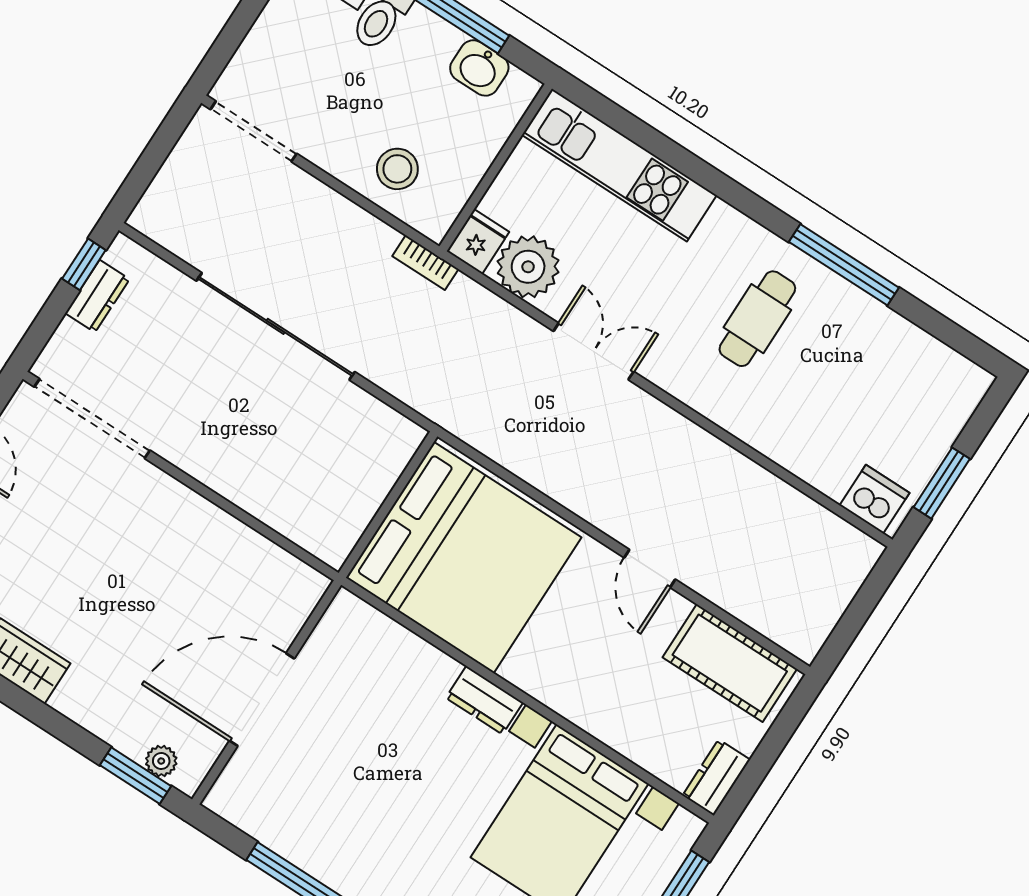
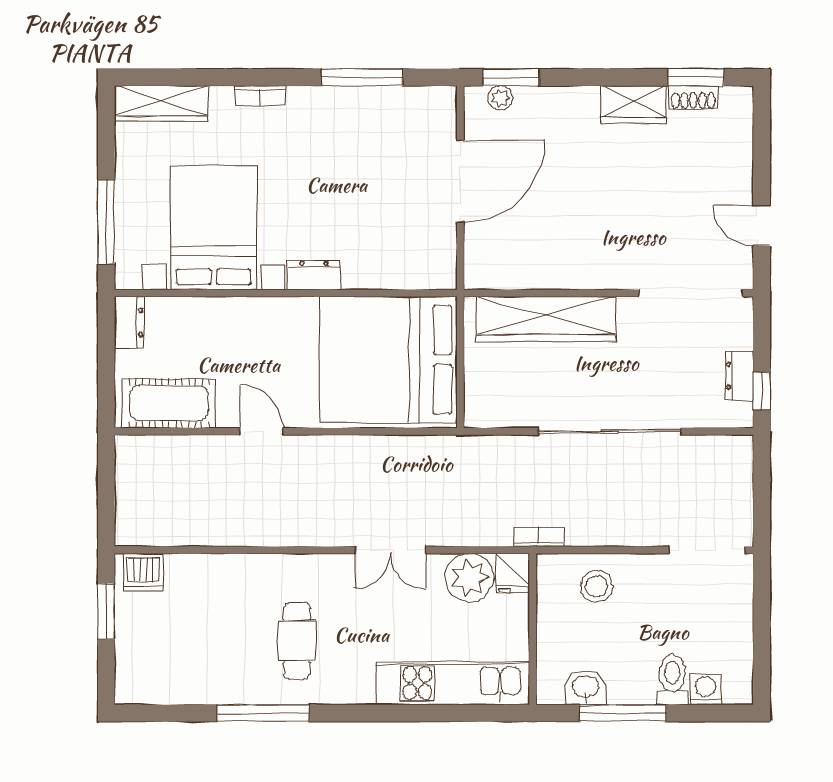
wardrobe: (266, 492) -> (546, 319), added

